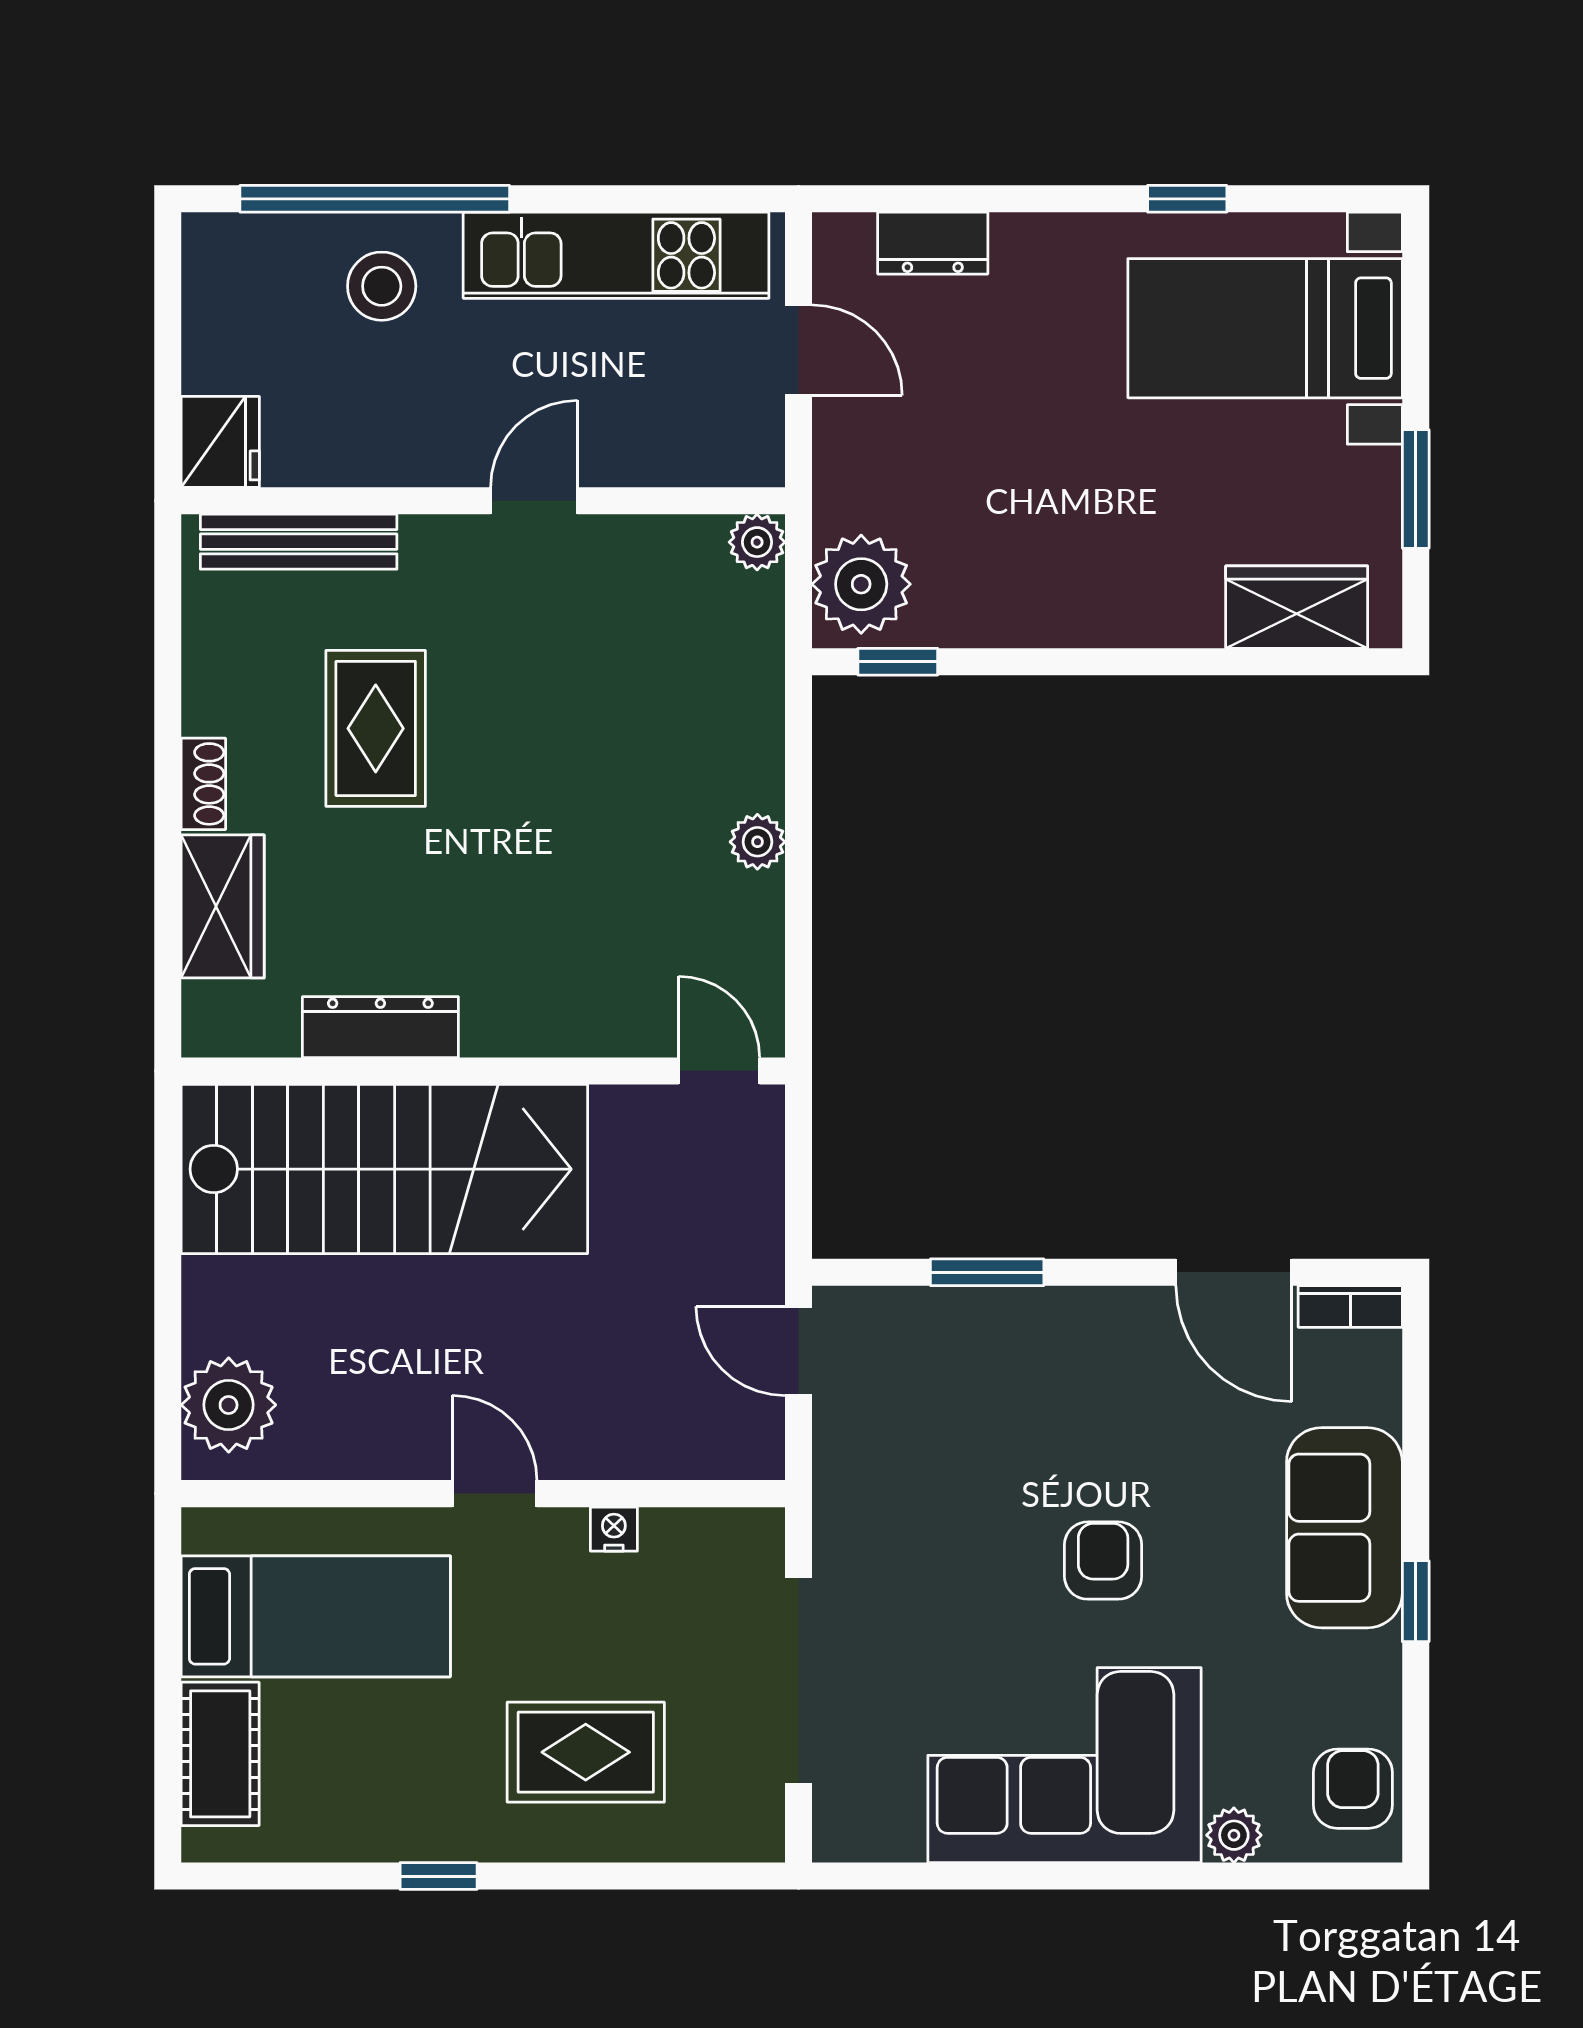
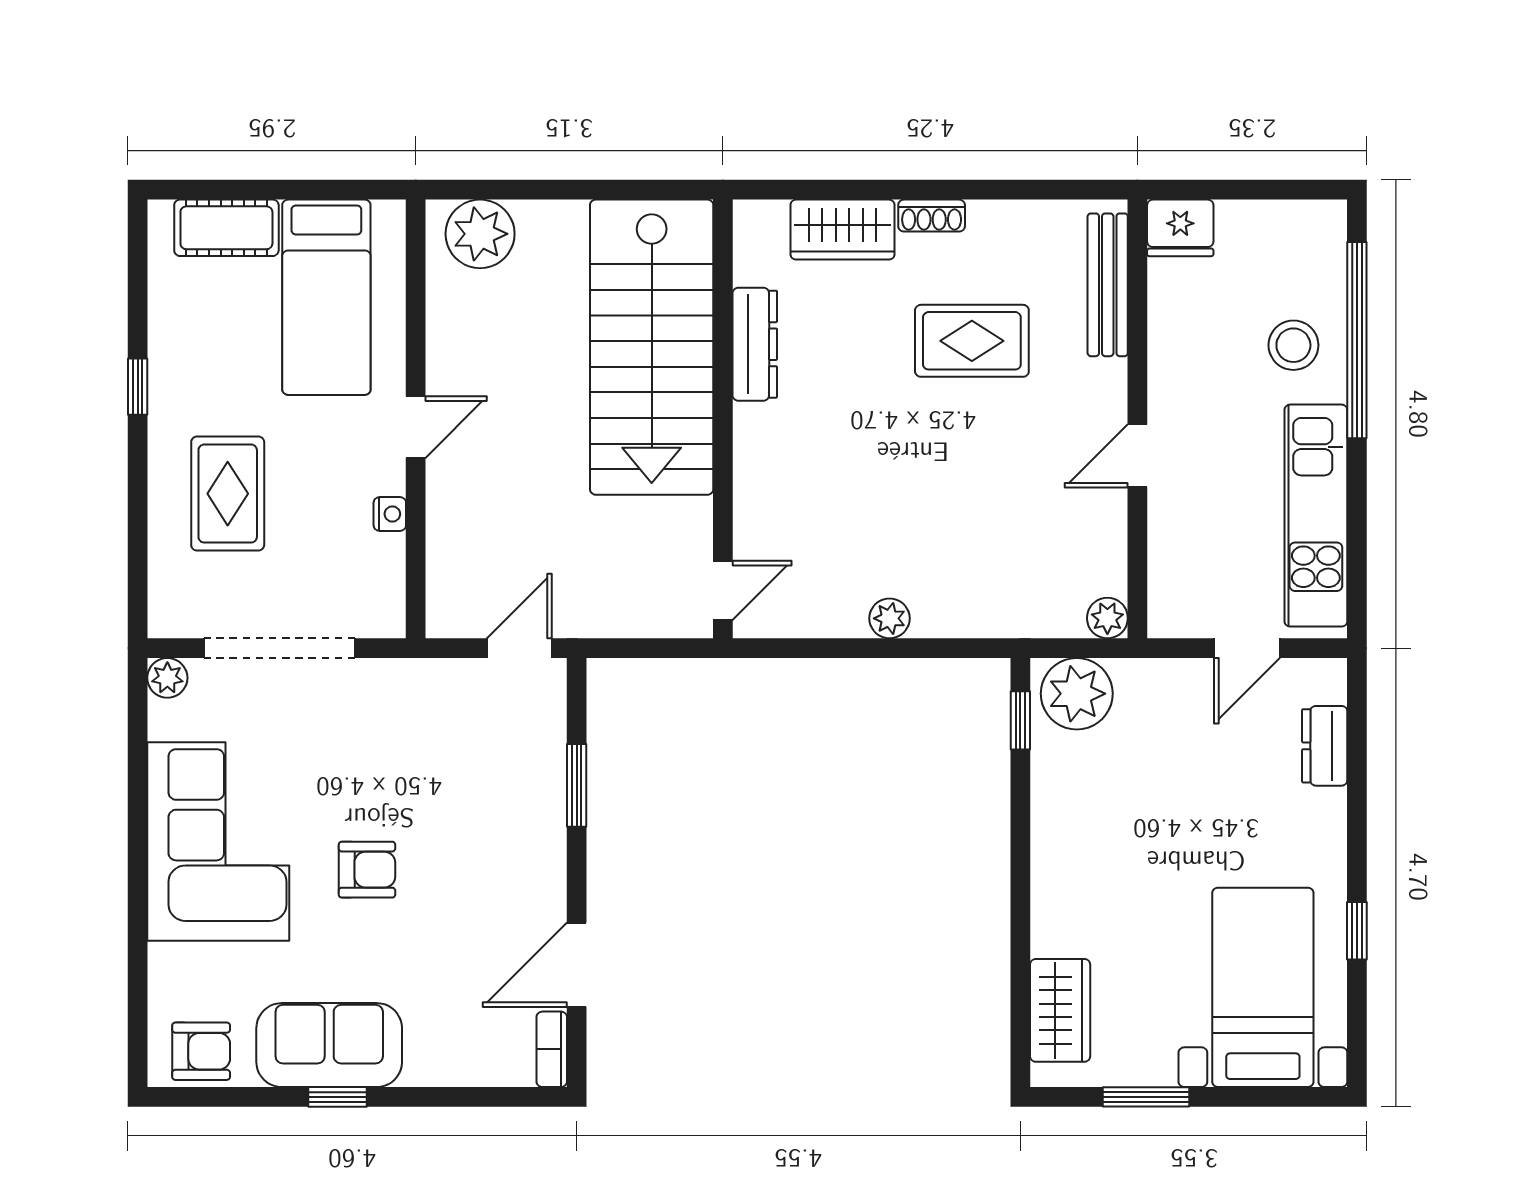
door: (534, 501) -> (1137, 456), swing flipped
sofa: (1344, 1528) -> (329, 1045), moved
plant: (1234, 1835) -> (167, 678), moved

